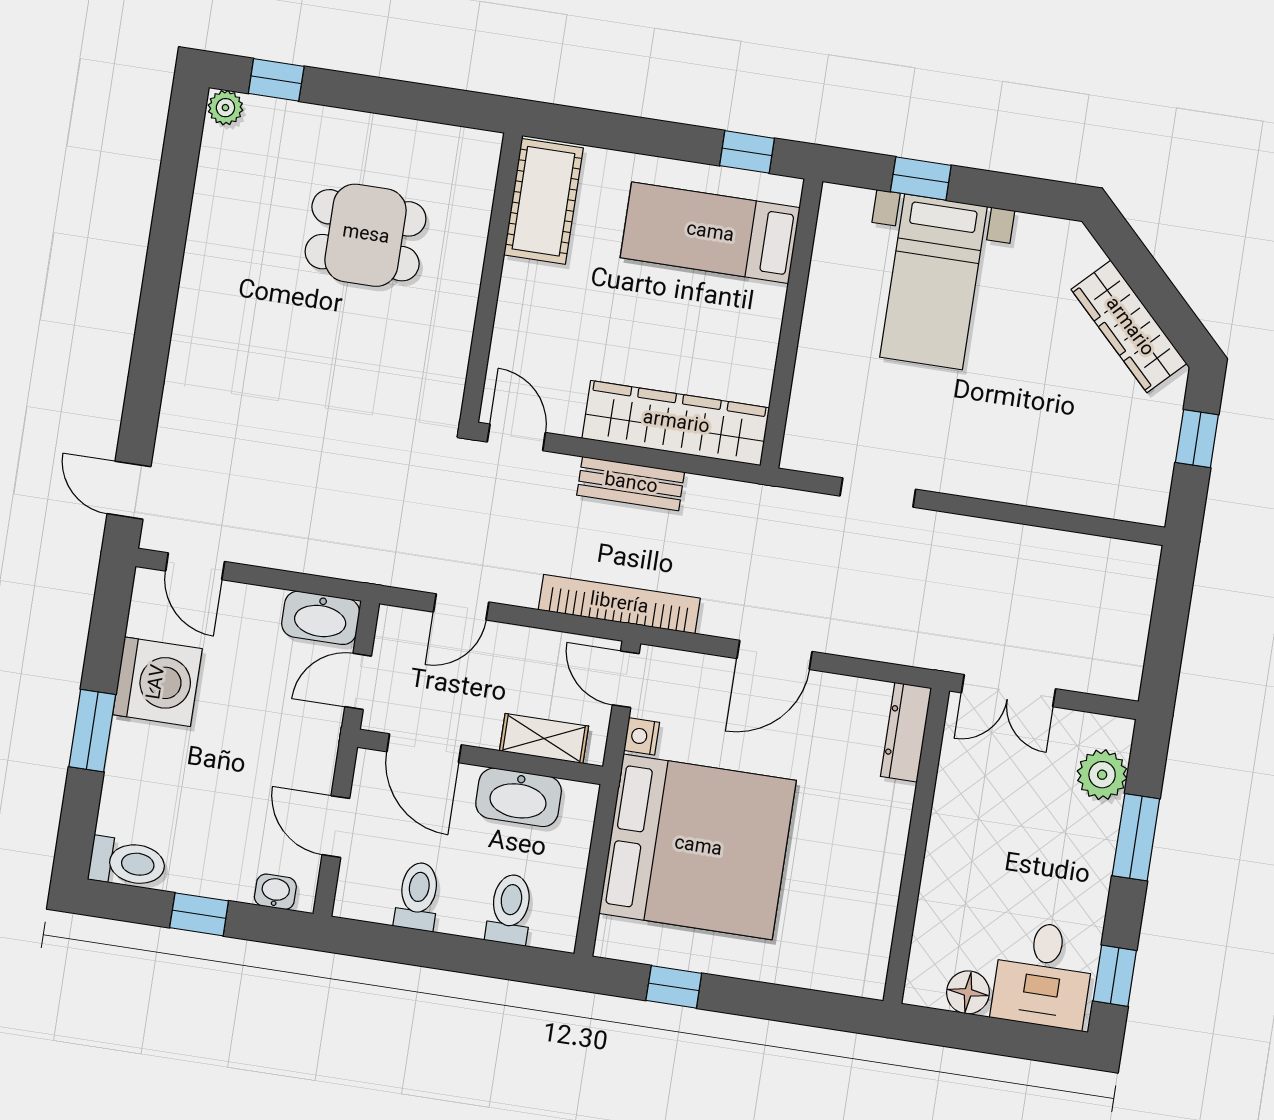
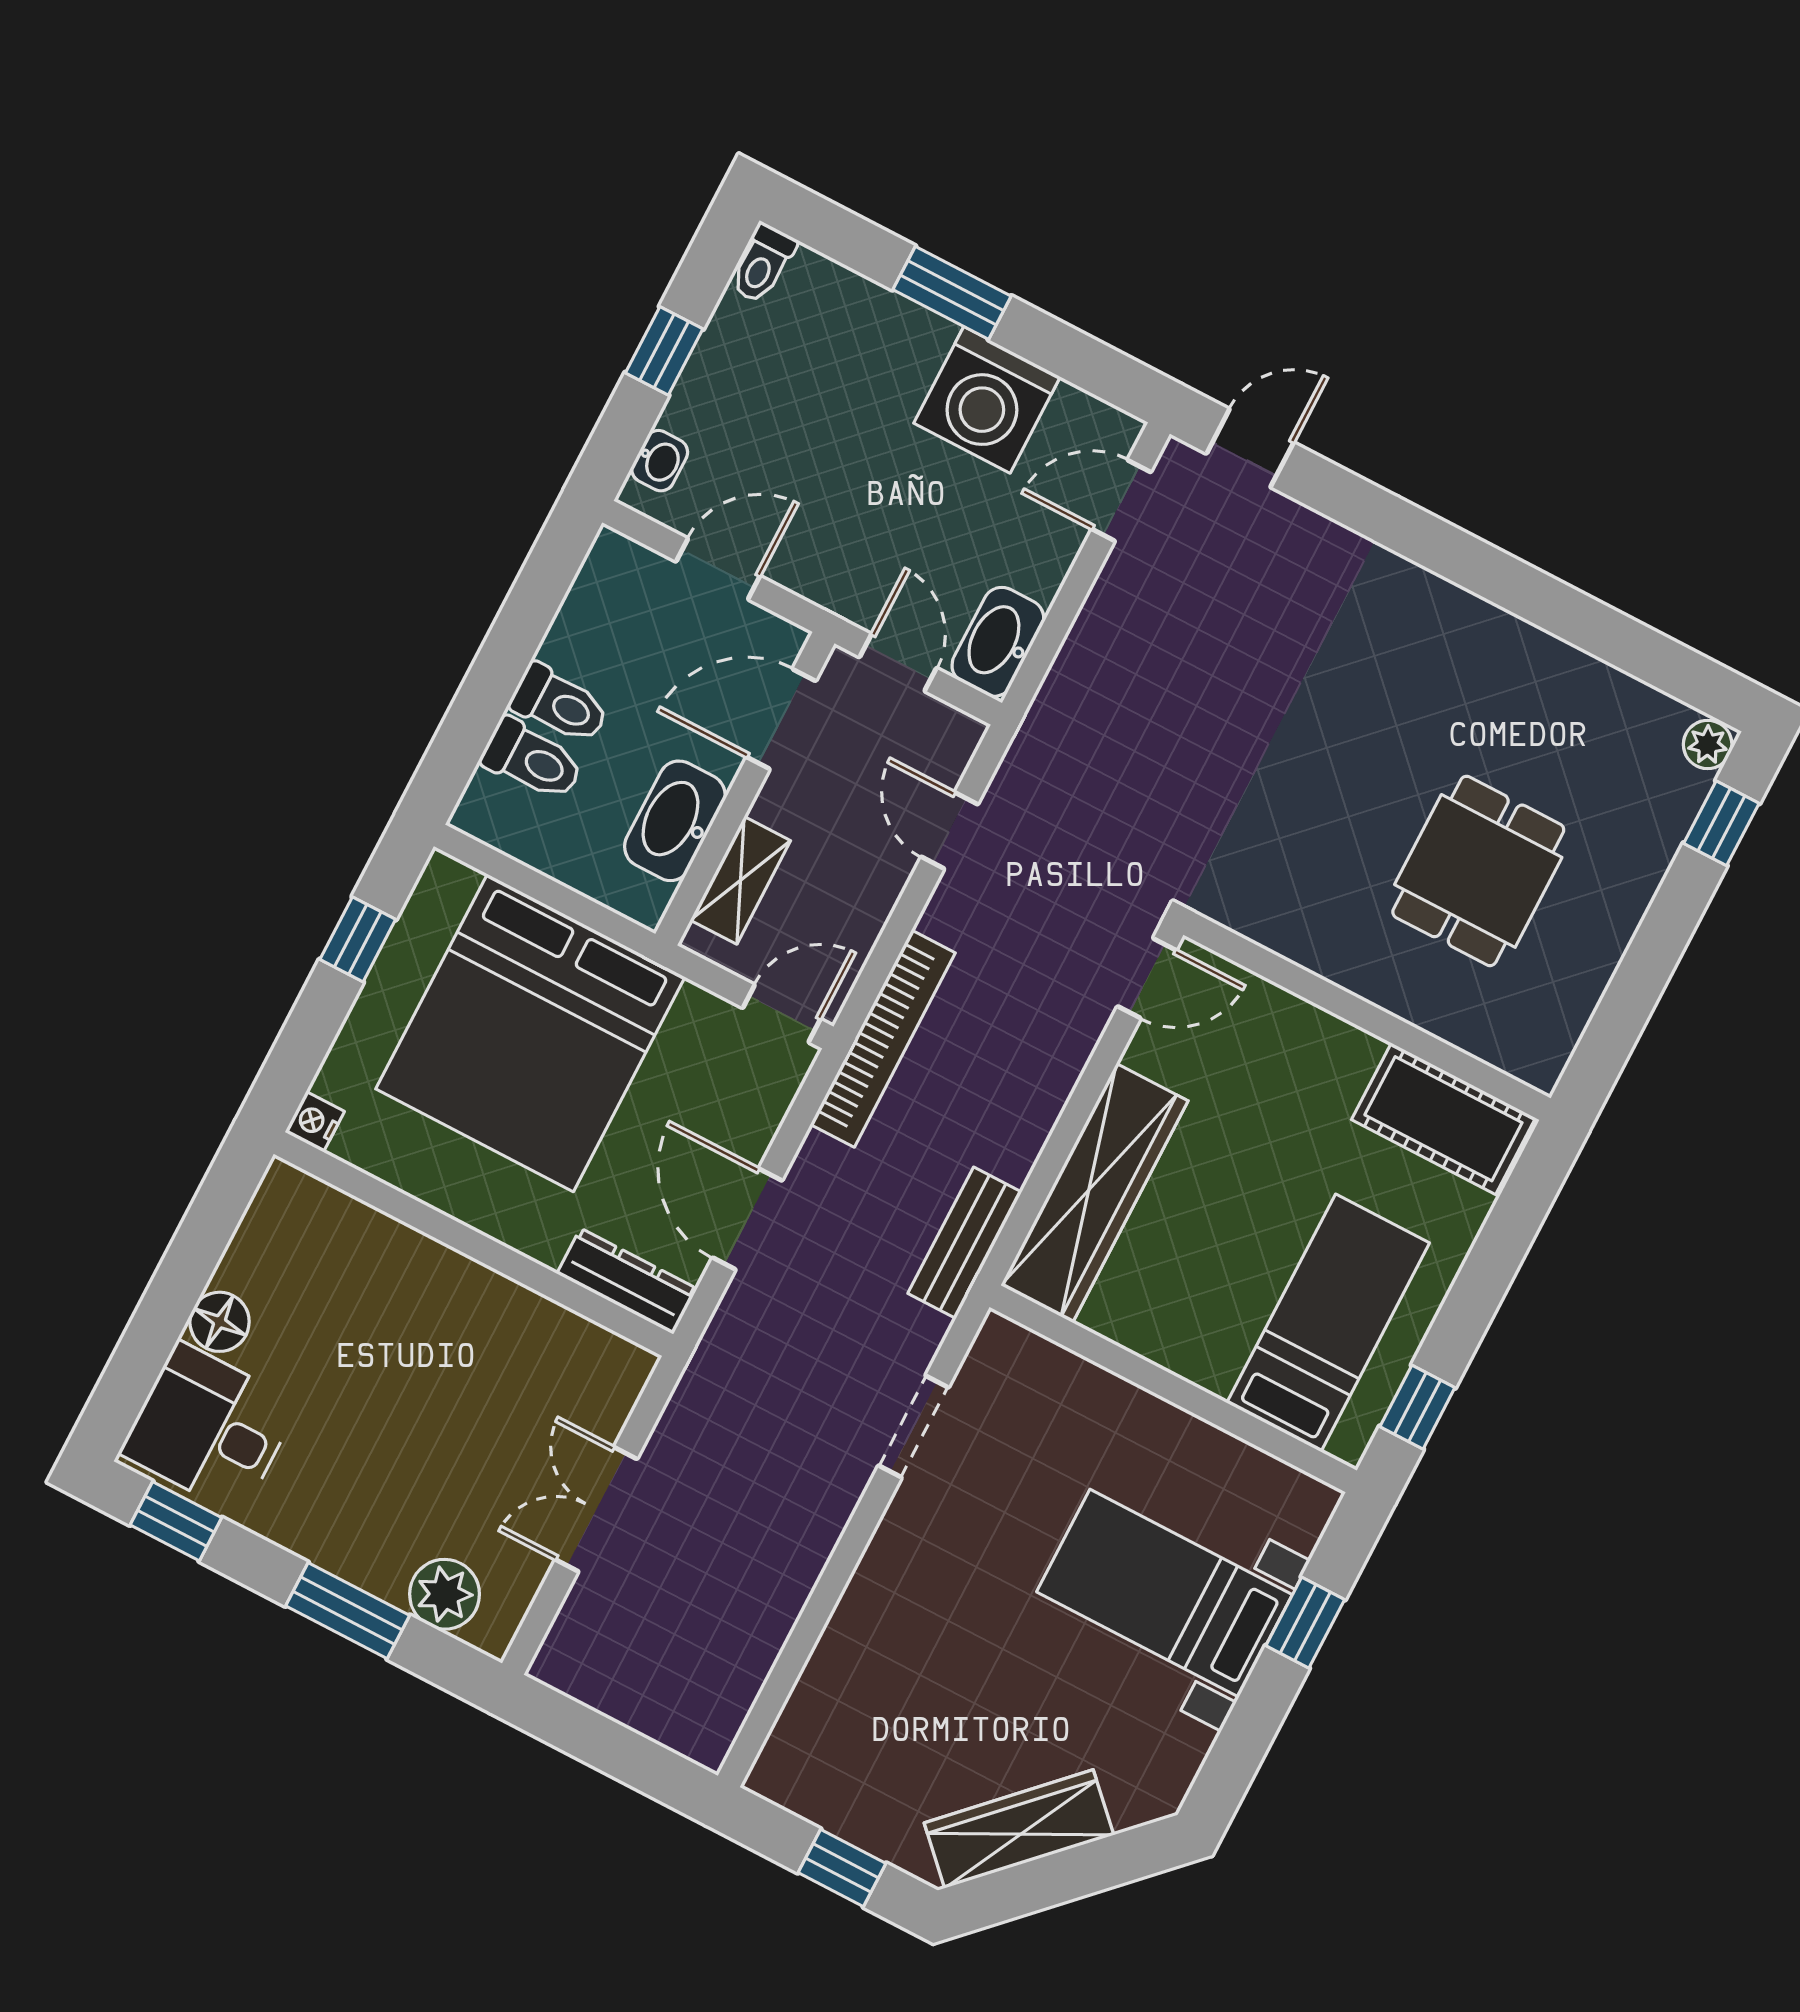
bench: (631, 484) -> (965, 1243), moved
dresser: (906, 732) -> (627, 1281), moved
nightstand: (642, 736) -> (315, 1122), moved, turned -90
wall: (916, 846) -> (474, 1244), moved
toilet: (127, 863) -> (763, 264), width x0.73, depth x0.72
toilet: (418, 896) -> (560, 704), moved

